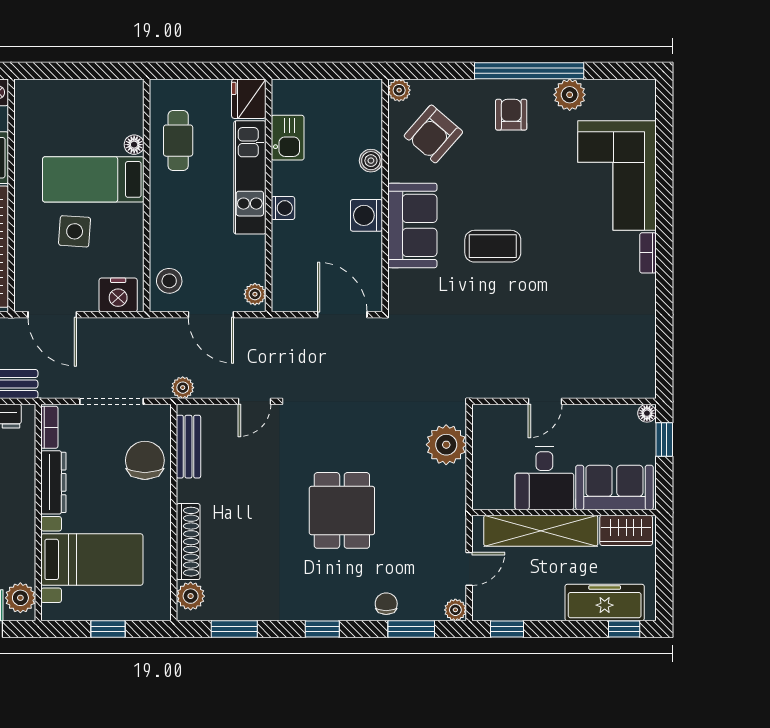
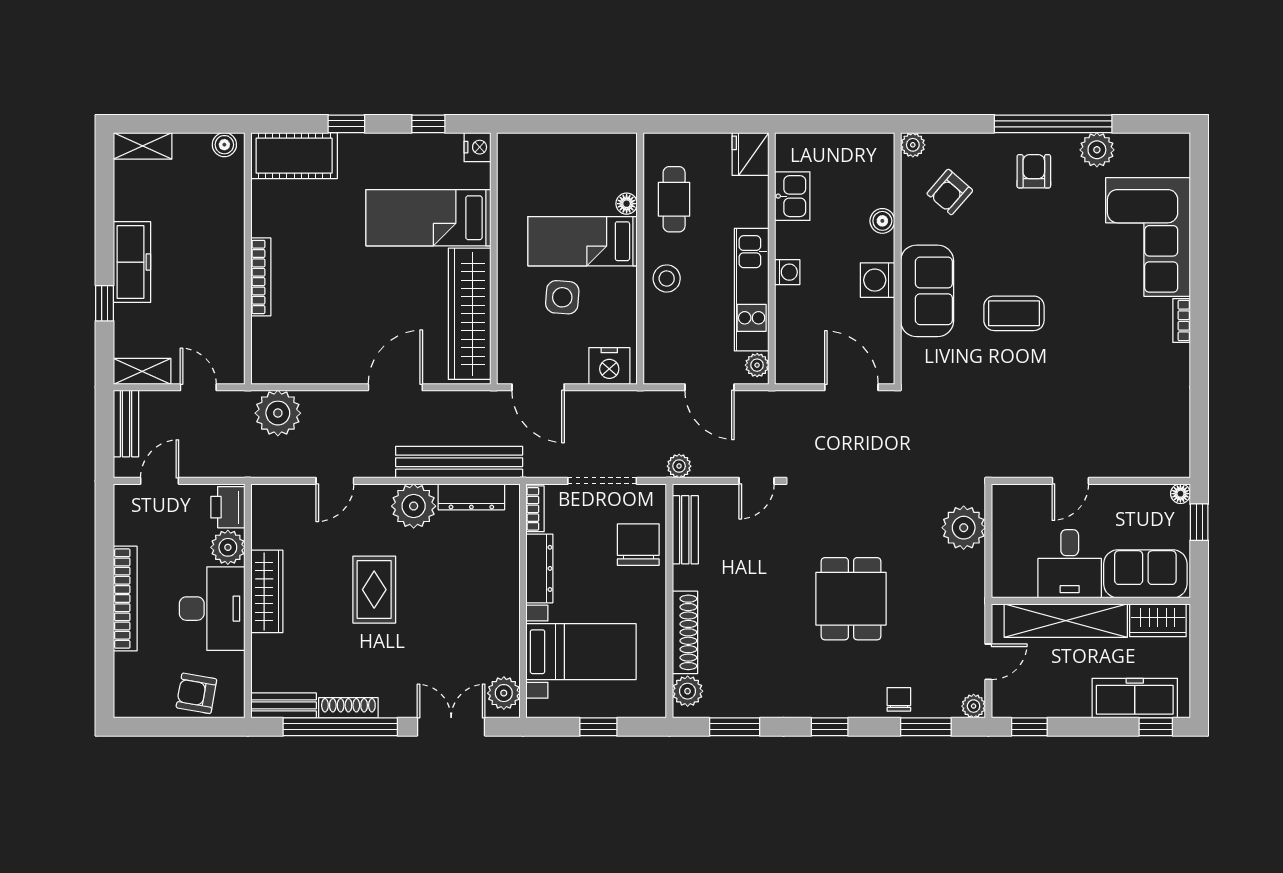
armchair: (433, 134) -> (950, 192), width x0.72, depth x0.72
kitchen unit: (250, 177) -> (752, 290), moved
stool: (169, 281) -> (667, 278), moved

